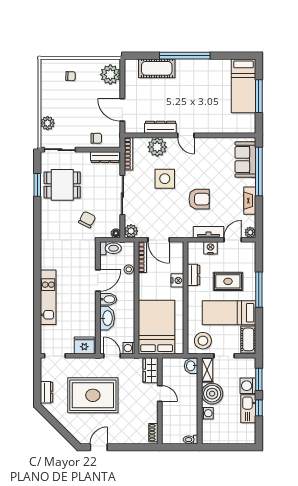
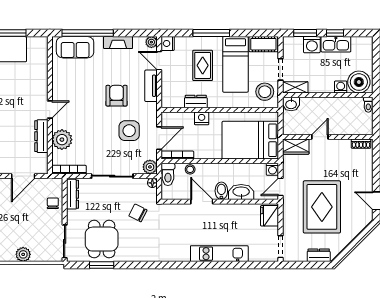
plant: (48, 123) -> (23, 254), moved
side table: (165, 179) -> (129, 131), moved
toilet: (111, 248) -> (168, 174), moved, turned 180
nightstand: (211, 248) -> (168, 43), moved
boiler: (212, 394) -> (359, 82), moved

